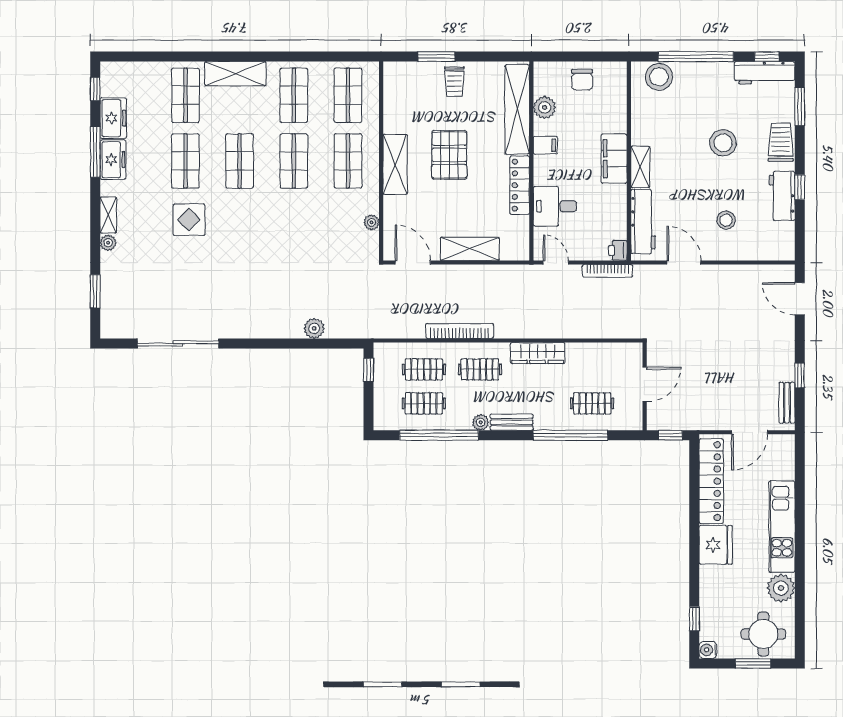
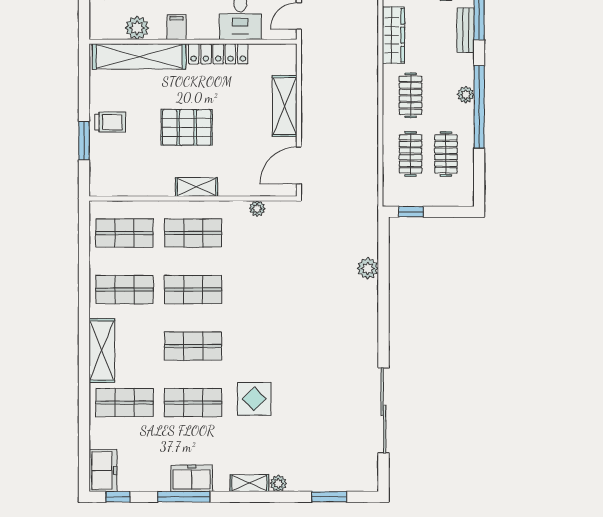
freezer: (113, 118) -> (103, 470), moved, turned 90
shelving: (395, 164) -> (197, 187), width x0.67, depth x0.75
bookcase: (460, 331) -> (370, 117), removed
bench: (512, 422) -> (466, 30), moved
window: (439, 435) -> (479, 107), moved

